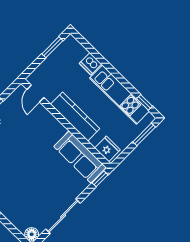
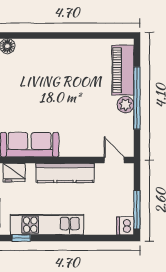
window: (52, 47) -> (137, 210), width x1.44
dishwasher: (90, 64) -> (125, 226), moved, turned -90

